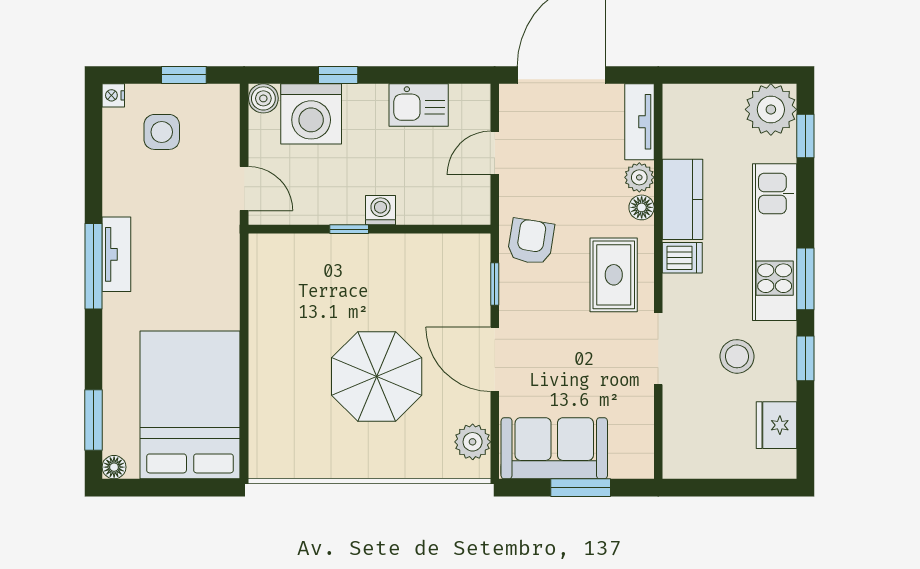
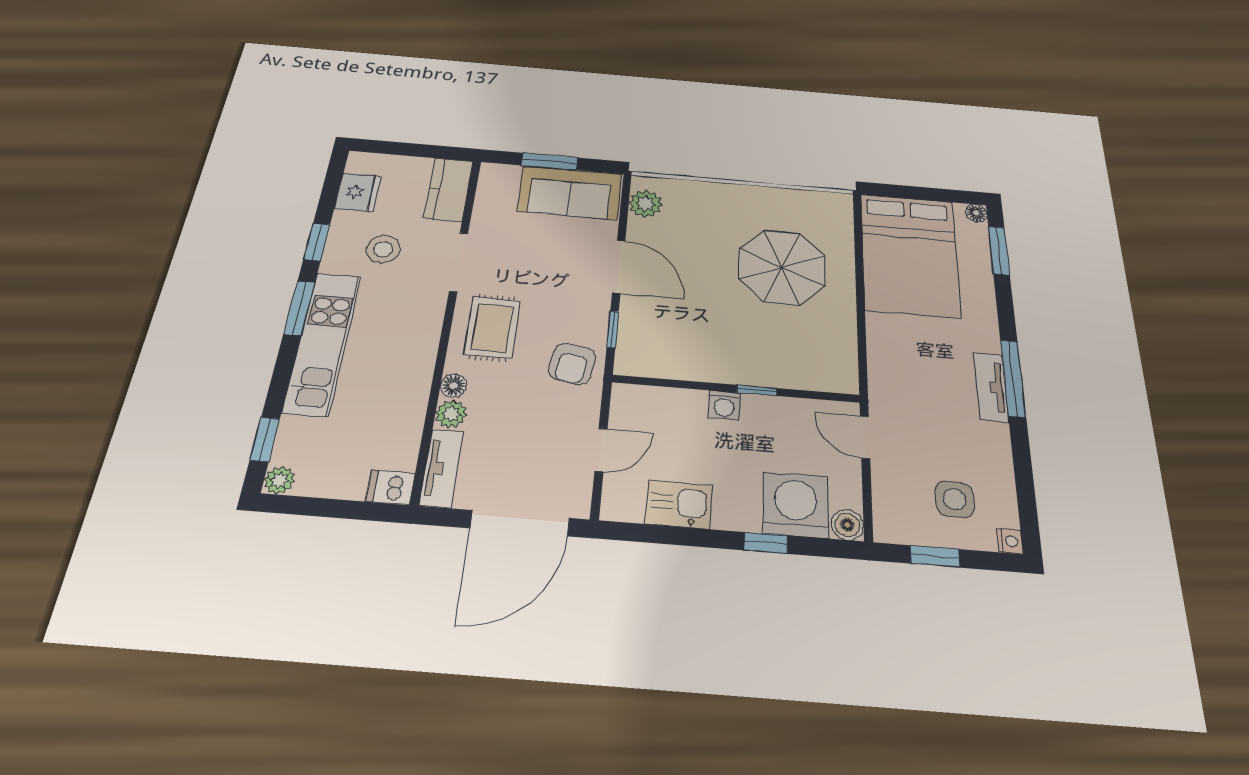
plant: (771, 109) -> (279, 480), width x0.53, depth x0.53
kitchen counter: (683, 199) -> (449, 190), moved
dishwasher: (682, 258) -> (391, 487), moved
parasol: (377, 377) -> (782, 267), moved

